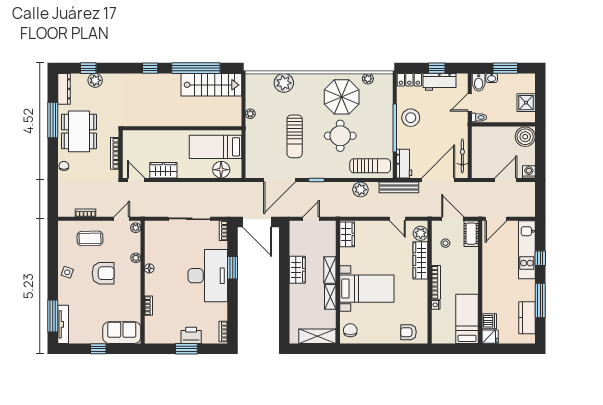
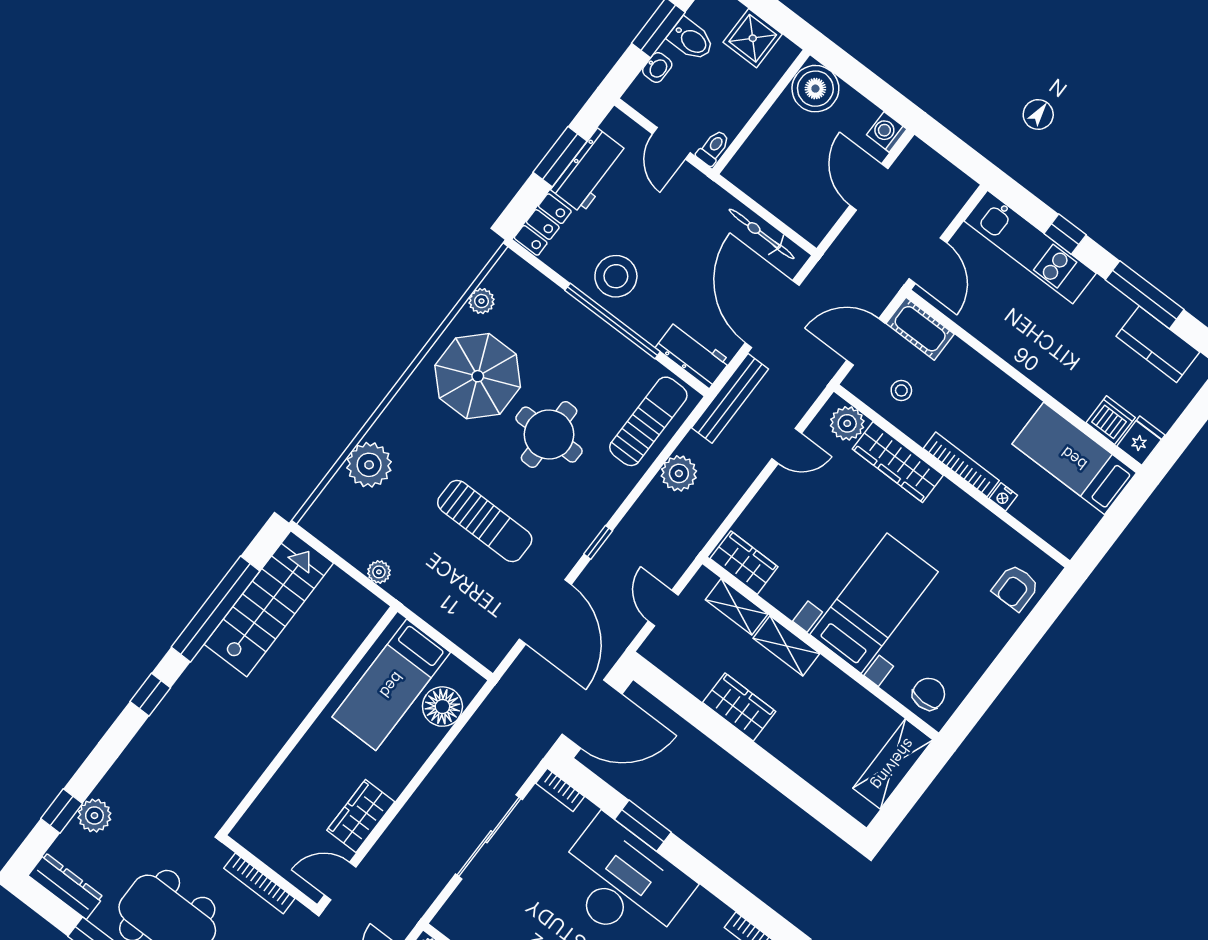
window: (437, 68) -> (560, 157), width x1.50
bidet: (479, 82) -> (691, 40), moved
shelving: (330, 297) -> (737, 607), moved
chair: (350, 330) -> (929, 694), turned 90

